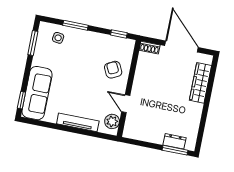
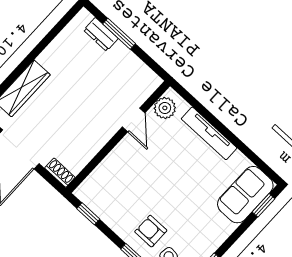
armchair: (113, 70) -> (151, 231), moved, turned 117
sofa: (37, 93) -> (245, 195), width x0.73
window: (175, 150) -> (119, 34), moved

